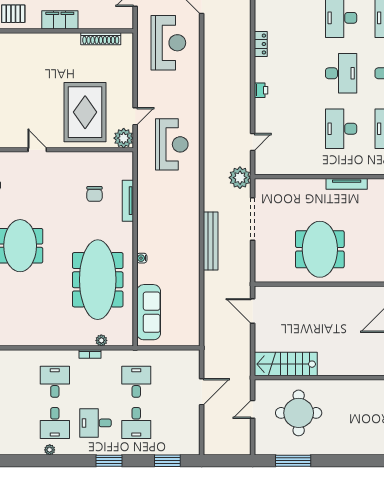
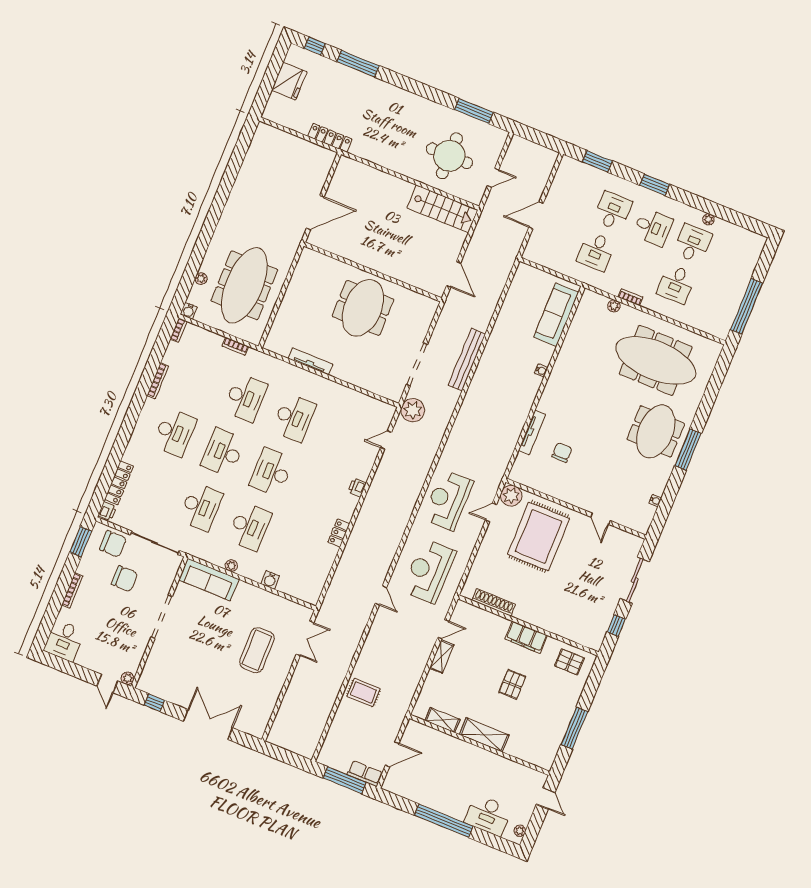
reception desk: (172, 144) -> (448, 500), moved
meeting table: (98, 280) -> (656, 360), moved, turned 90

